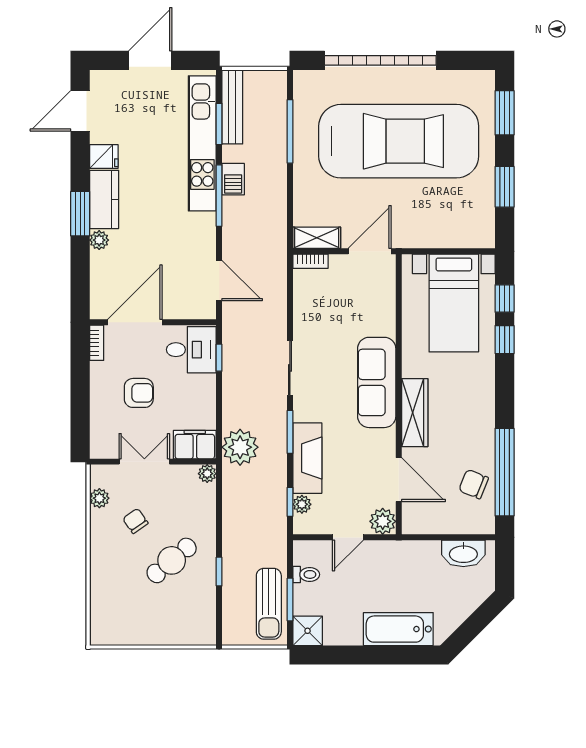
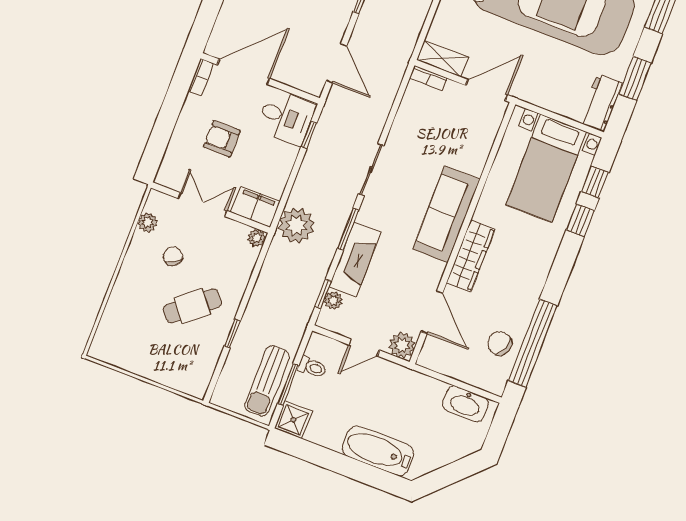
workbench: (481, 222) -> (601, 103), added
armchair: (139, 393) -> (222, 139), turned 180

